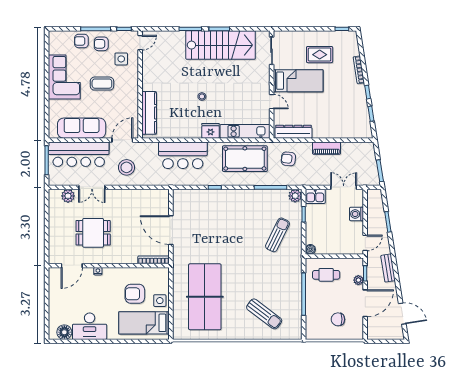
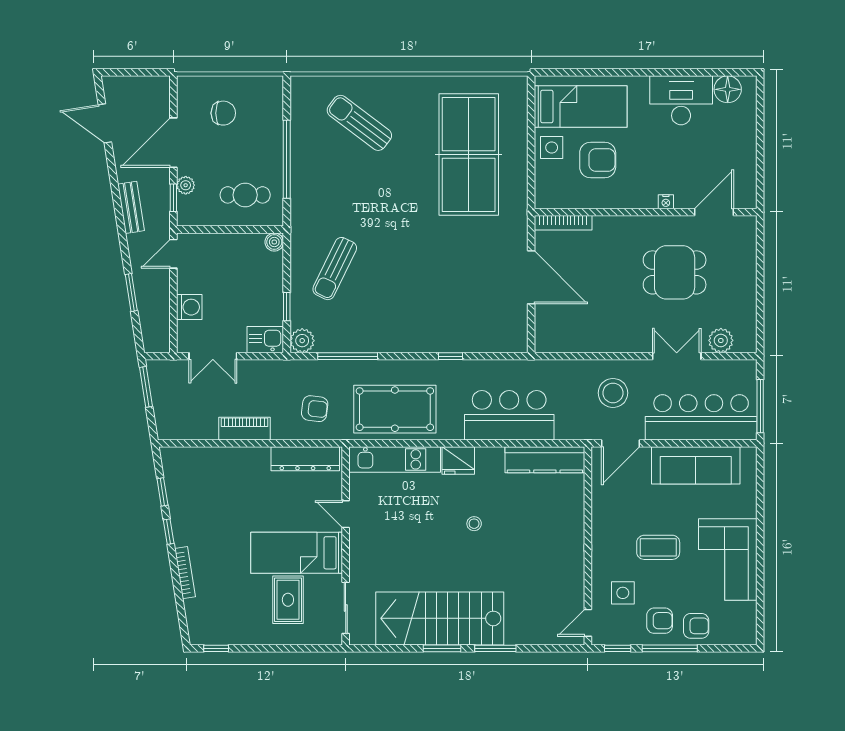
rug: (320, 55) -> (288, 600), moved, turned 90
kitchen counter: (149, 113) -> (545, 460), moved, turned -90

